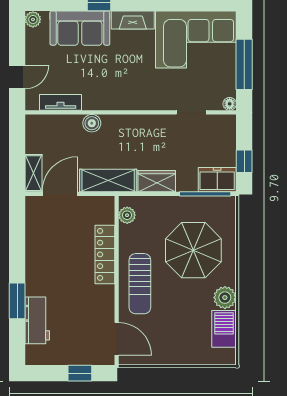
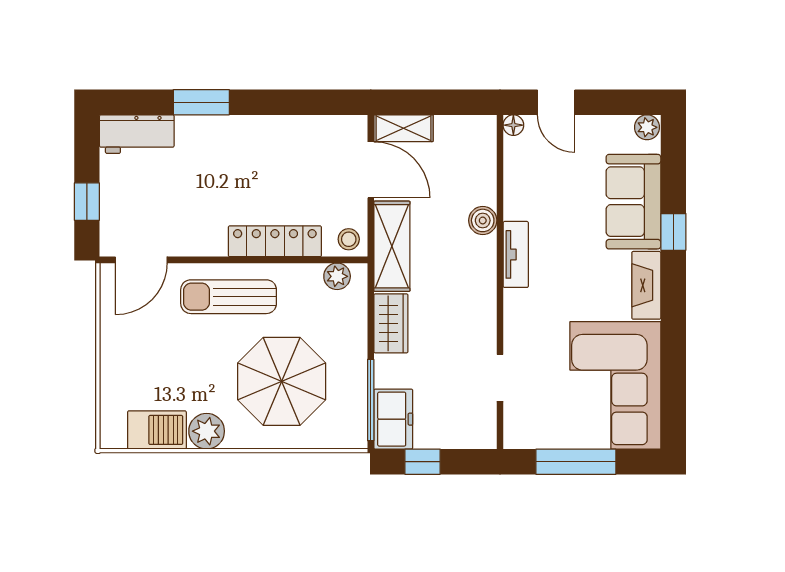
tv unit: (61, 102) -> (516, 254), moved
floor lamp: (230, 104) -> (513, 125), moved
stool: (104, 208) -> (349, 239), added
workbench: (37, 320) -> (137, 134), moved

